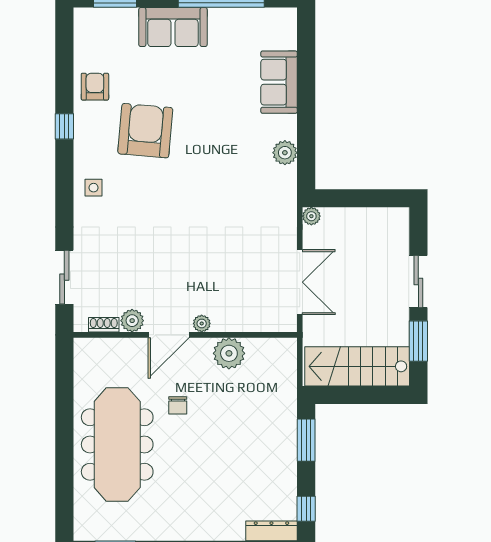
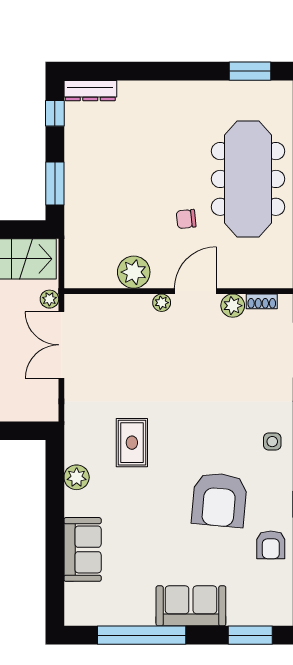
rug: (231, 187) -> (132, 443), added
plant: (311, 216) -> (49, 299), moved
chair: (178, 405) -> (186, 219), turned -96

